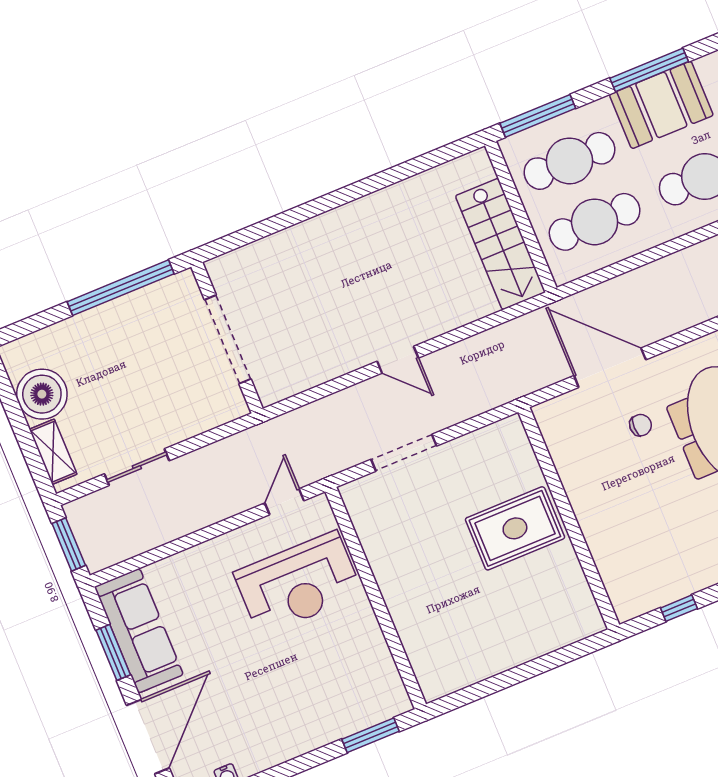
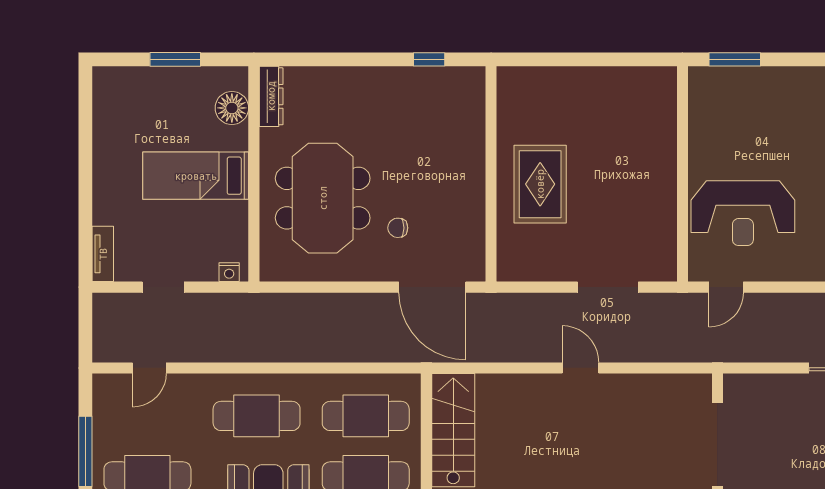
door: (610, 368) -> (432, 287), moved
rug: (515, 528) -> (540, 184), turned 90
reception desk: (298, 583) -> (743, 213), turned 180

